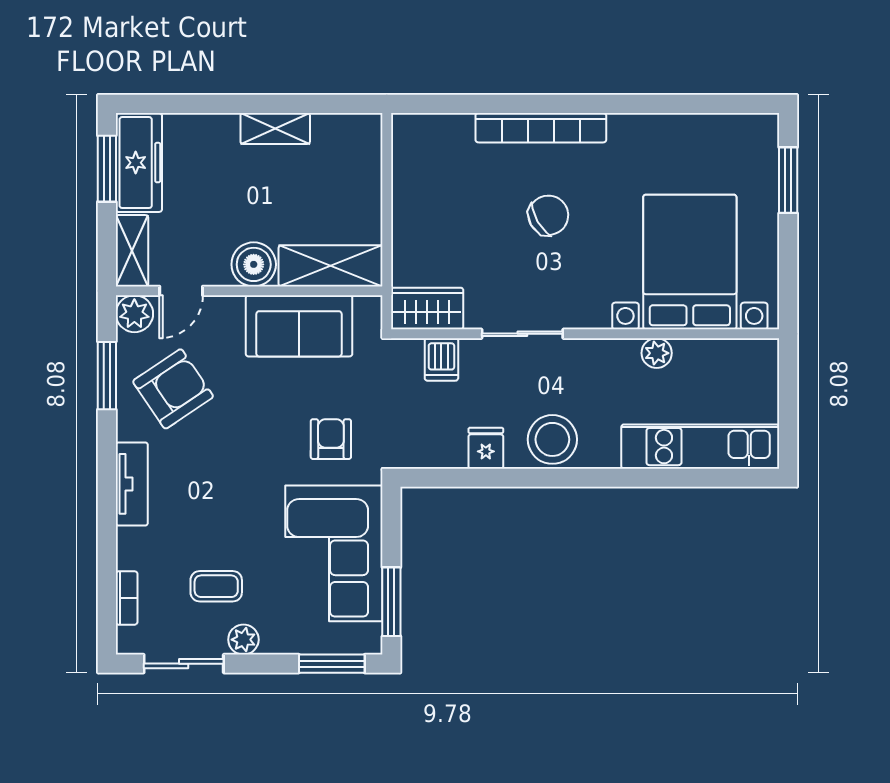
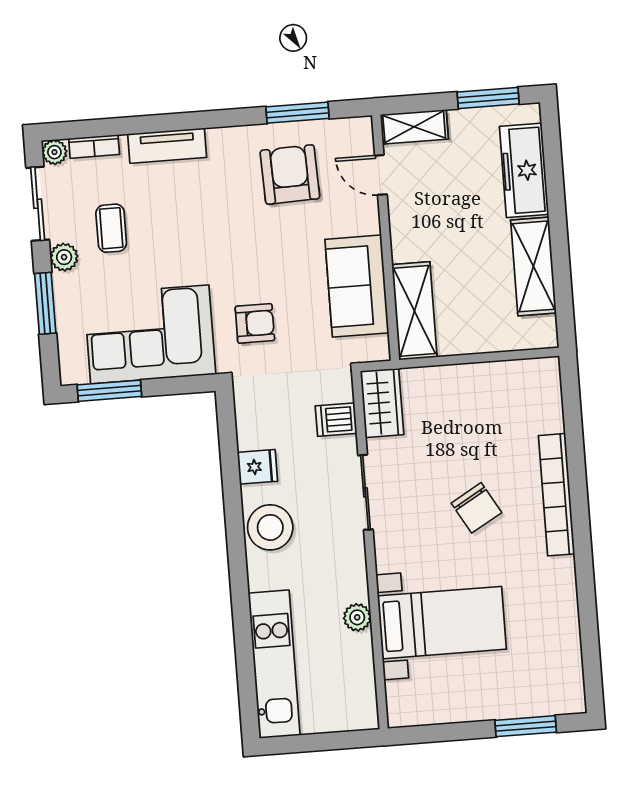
shelving: (275, 128) -> (533, 266), width x1.50, depth x1.33
freezer: (139, 163) -> (524, 170), moved, turned 90
bed with nightstands: (690, 262) -> (442, 623), width x0.73
boiler: (254, 264) -> (410, 240), removed
plant: (134, 314) -> (54, 152), moved, width x0.73, depth x0.73
armchair: (173, 389) -> (290, 174), turned -148
tv unit: (132, 484) -> (167, 146), moved
window: (332, 664) -> (45, 303), moved

